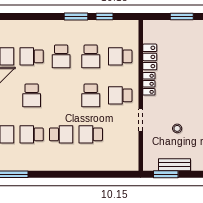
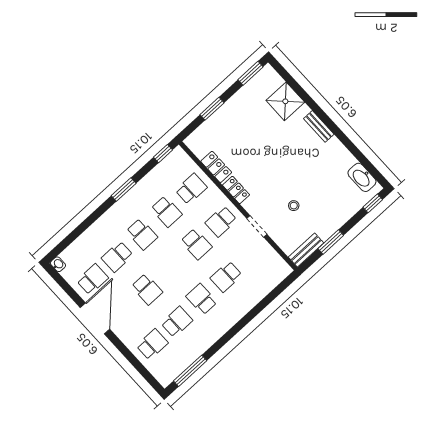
window: (104, 16) -> (163, 154), moved
school desk: (120, 56) -> (191, 189), turned 180
school desk: (32, 134) -> (177, 322), turned 180
school desk: (61, 134) -> (201, 299), turned -90
bench: (175, 165) -> (306, 250), moved
window: (166, 174) -> (331, 242), moved

